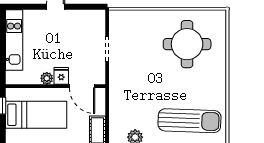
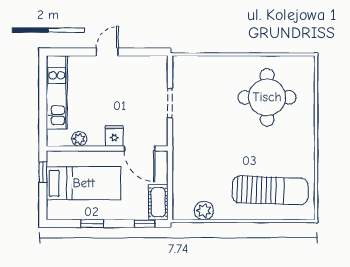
plant: (47, 78) -> (79, 139), moved

